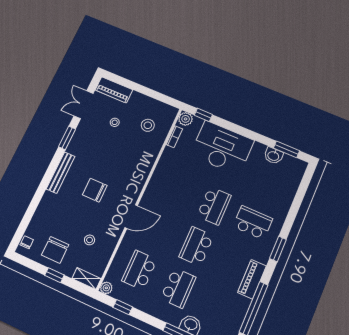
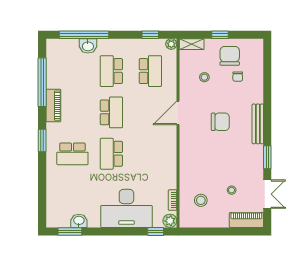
chair: (27, 242) -> (238, 77), moved

